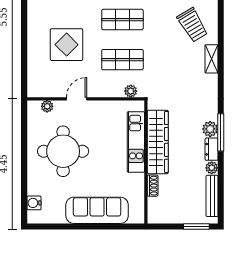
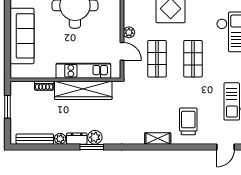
trolley: (192, 25) -> (188, 121), turned 121
plant: (131, 91) -> (129, 32), moved
door: (77, 99) -> (122, 51), moved
window: (221, 132) -> (92, 147), width x0.69
window: (196, 226) -> (7, 107), moved

